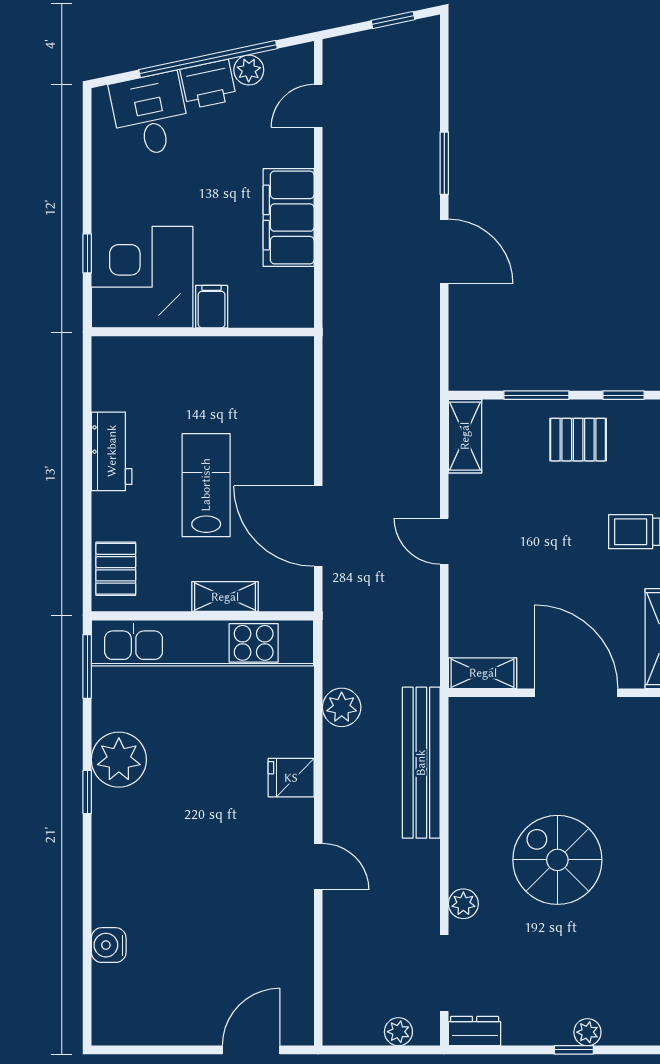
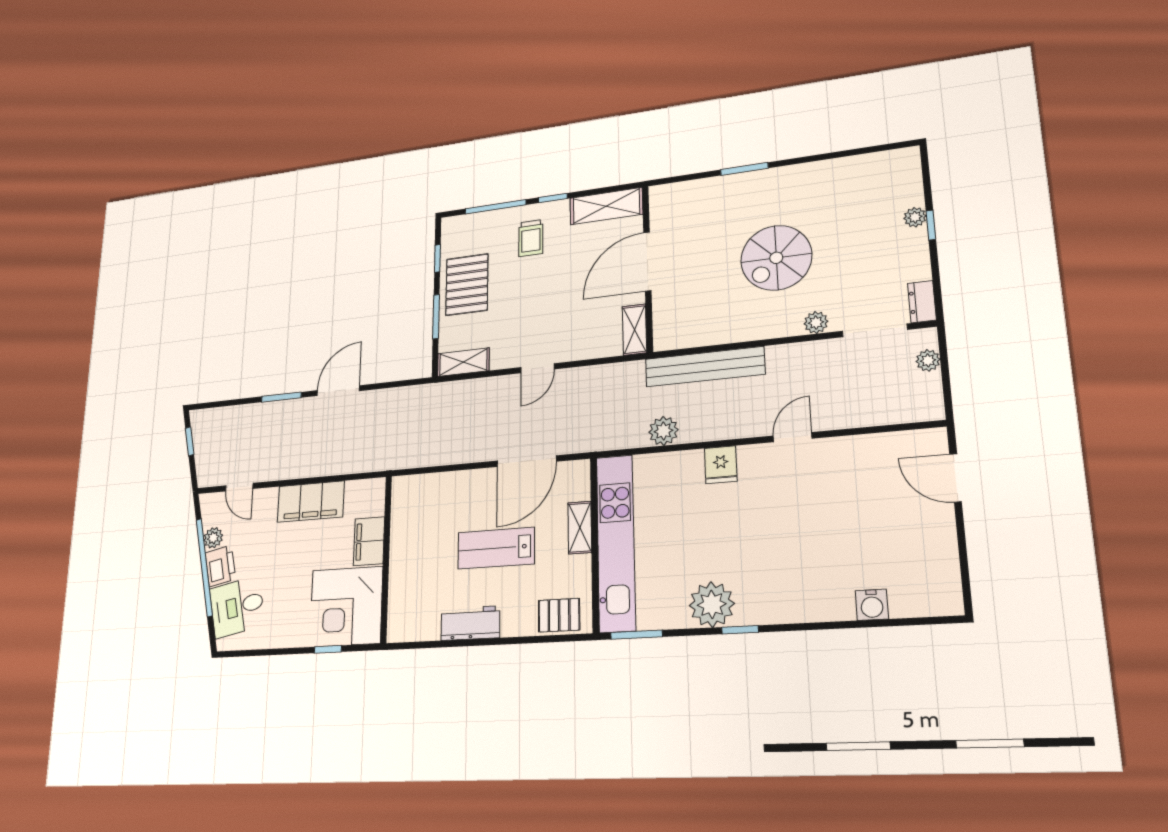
filing cabinet: (212, 307) -> (369, 541), width x2.00
pallet: (578, 440) -> (467, 284), width x1.50, depth x1.42

